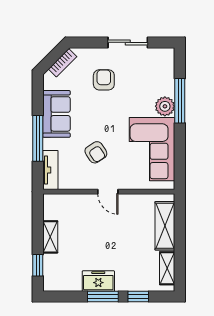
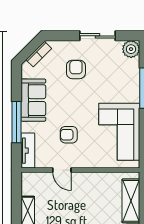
plant: (165, 106) -> (131, 49), moved
armchair: (96, 152) -> (69, 135), turned 123
door: (108, 192) -> (62, 170), moved

